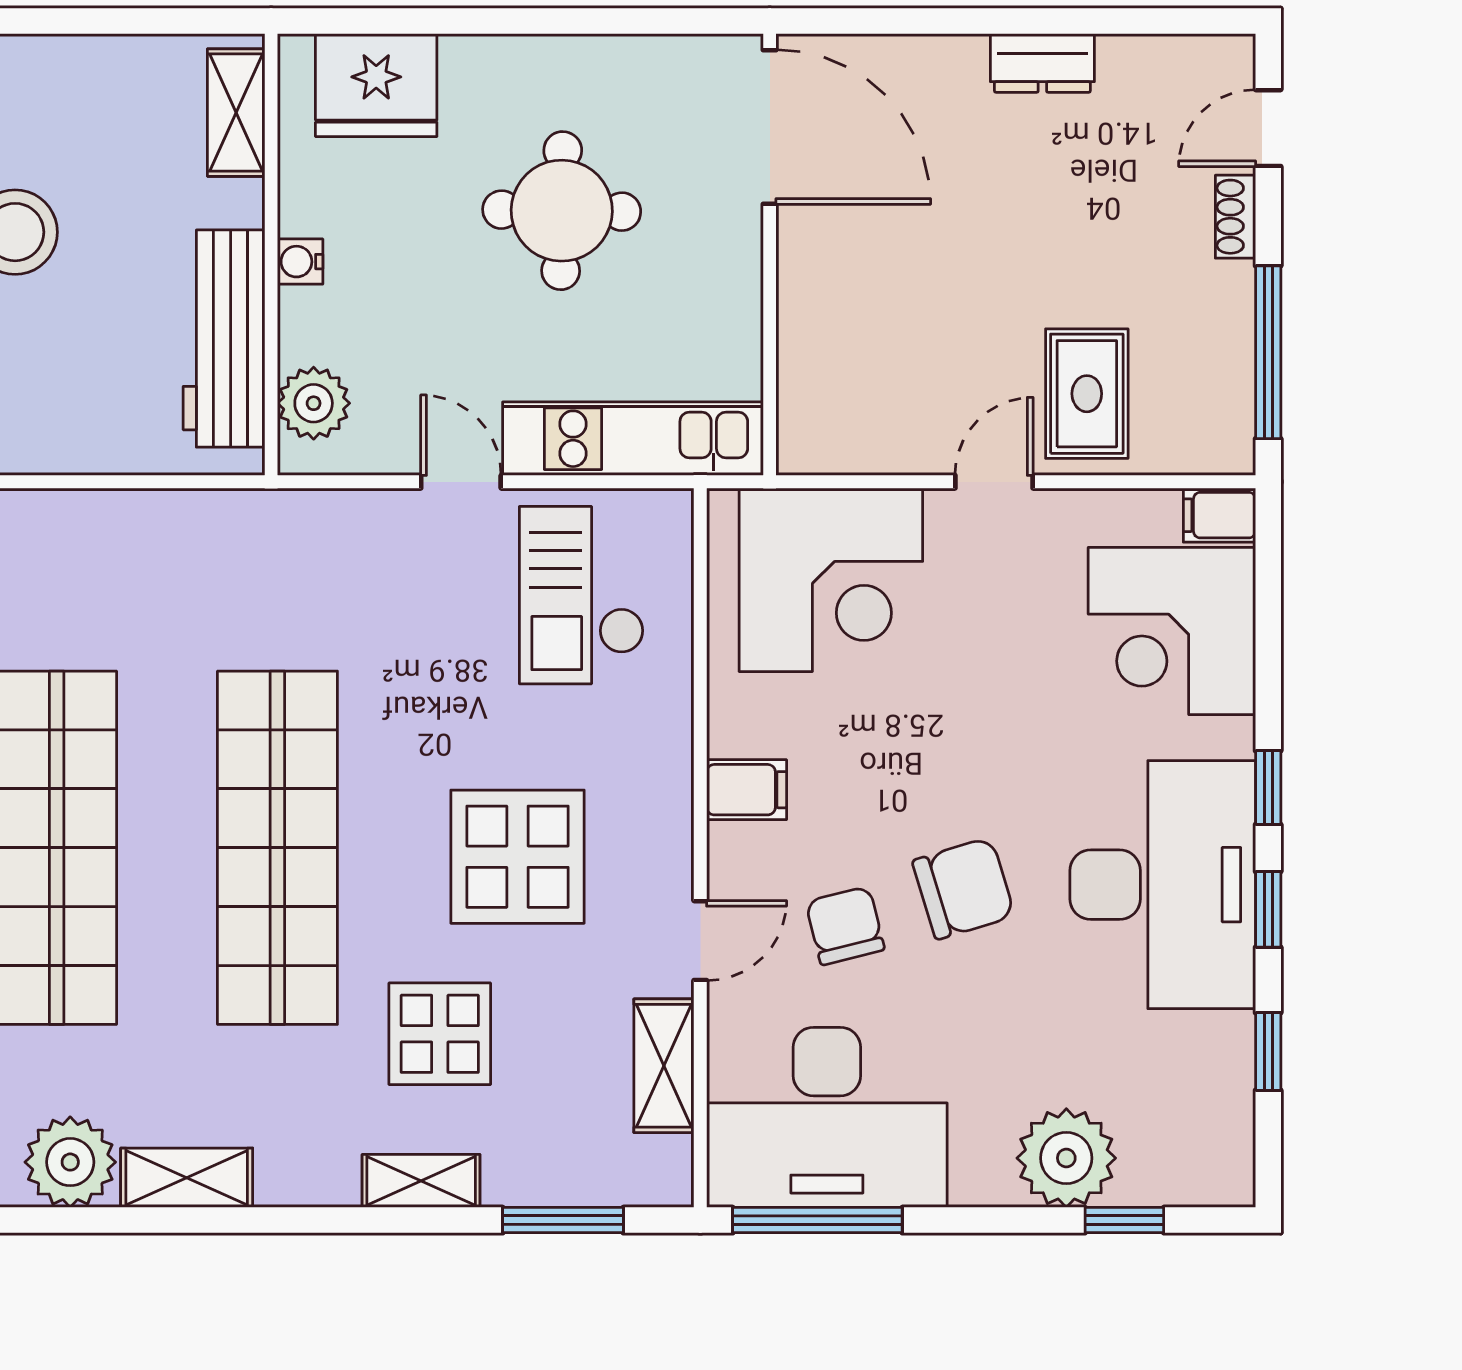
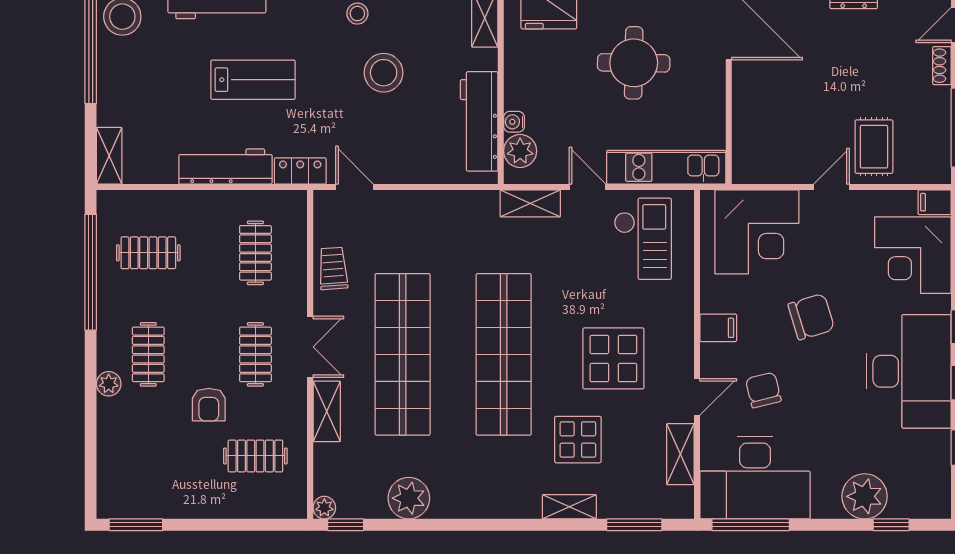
water cooler: (300, 262) -> (514, 122), moved
checkout: (582, 595) -> (643, 239), turned 180
chair: (964, 888) -> (811, 317), moved
shelving: (187, 1178) -> (530, 203), moved

